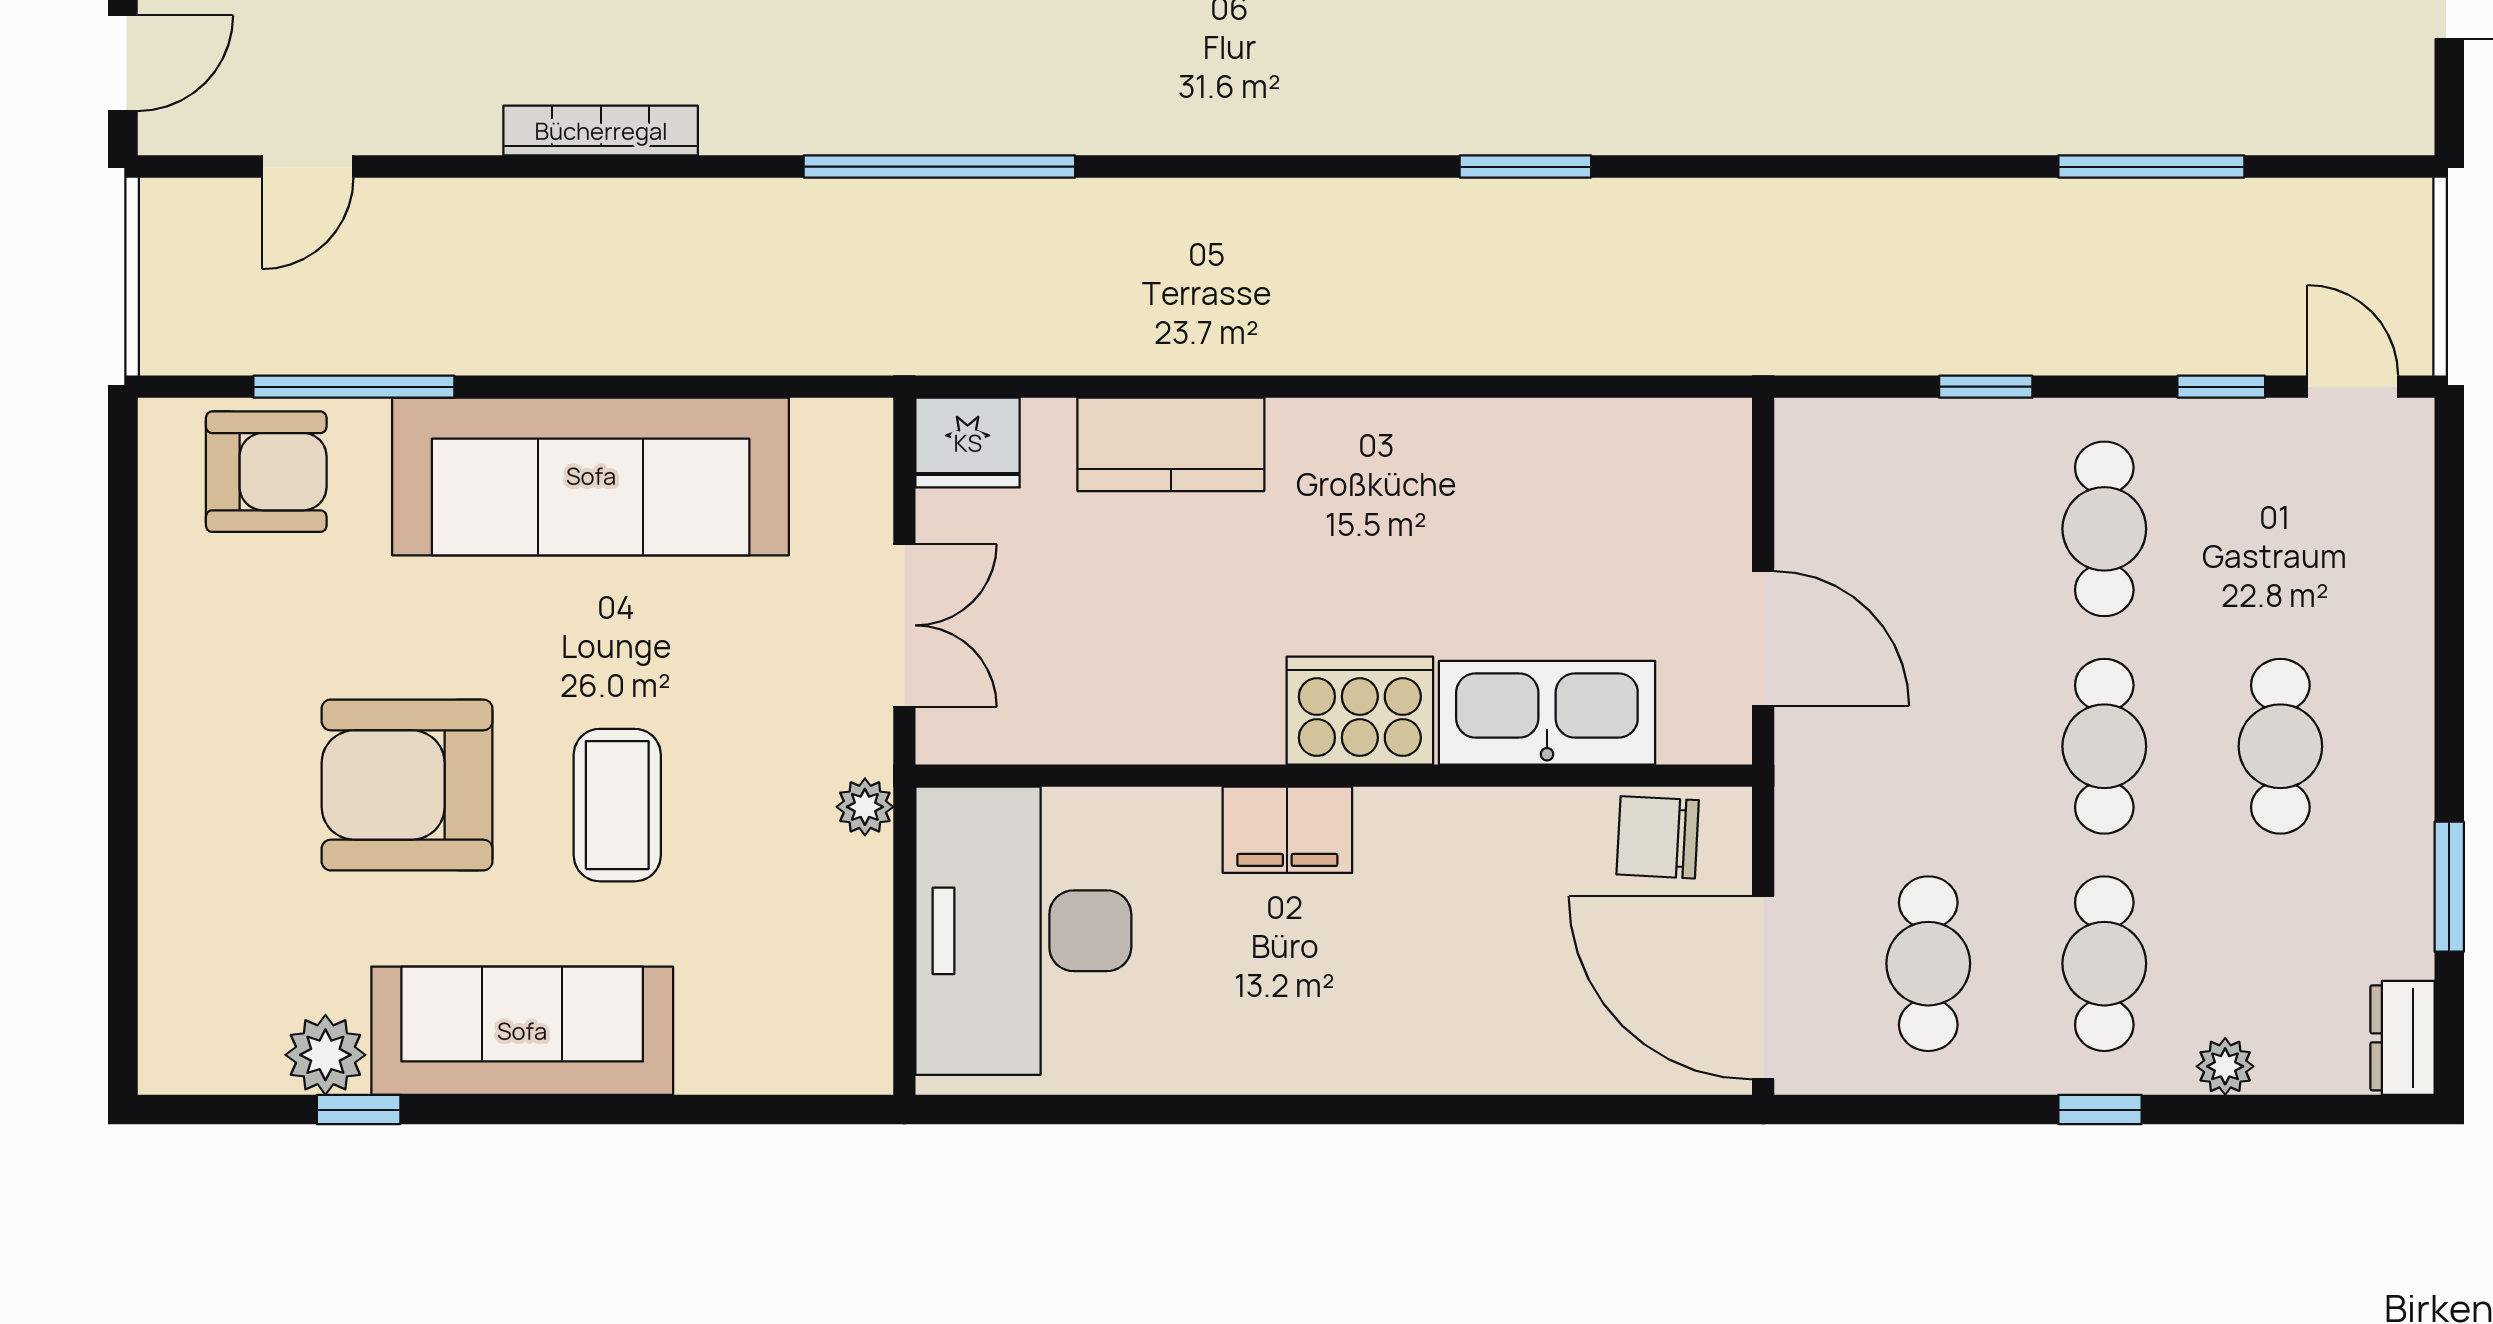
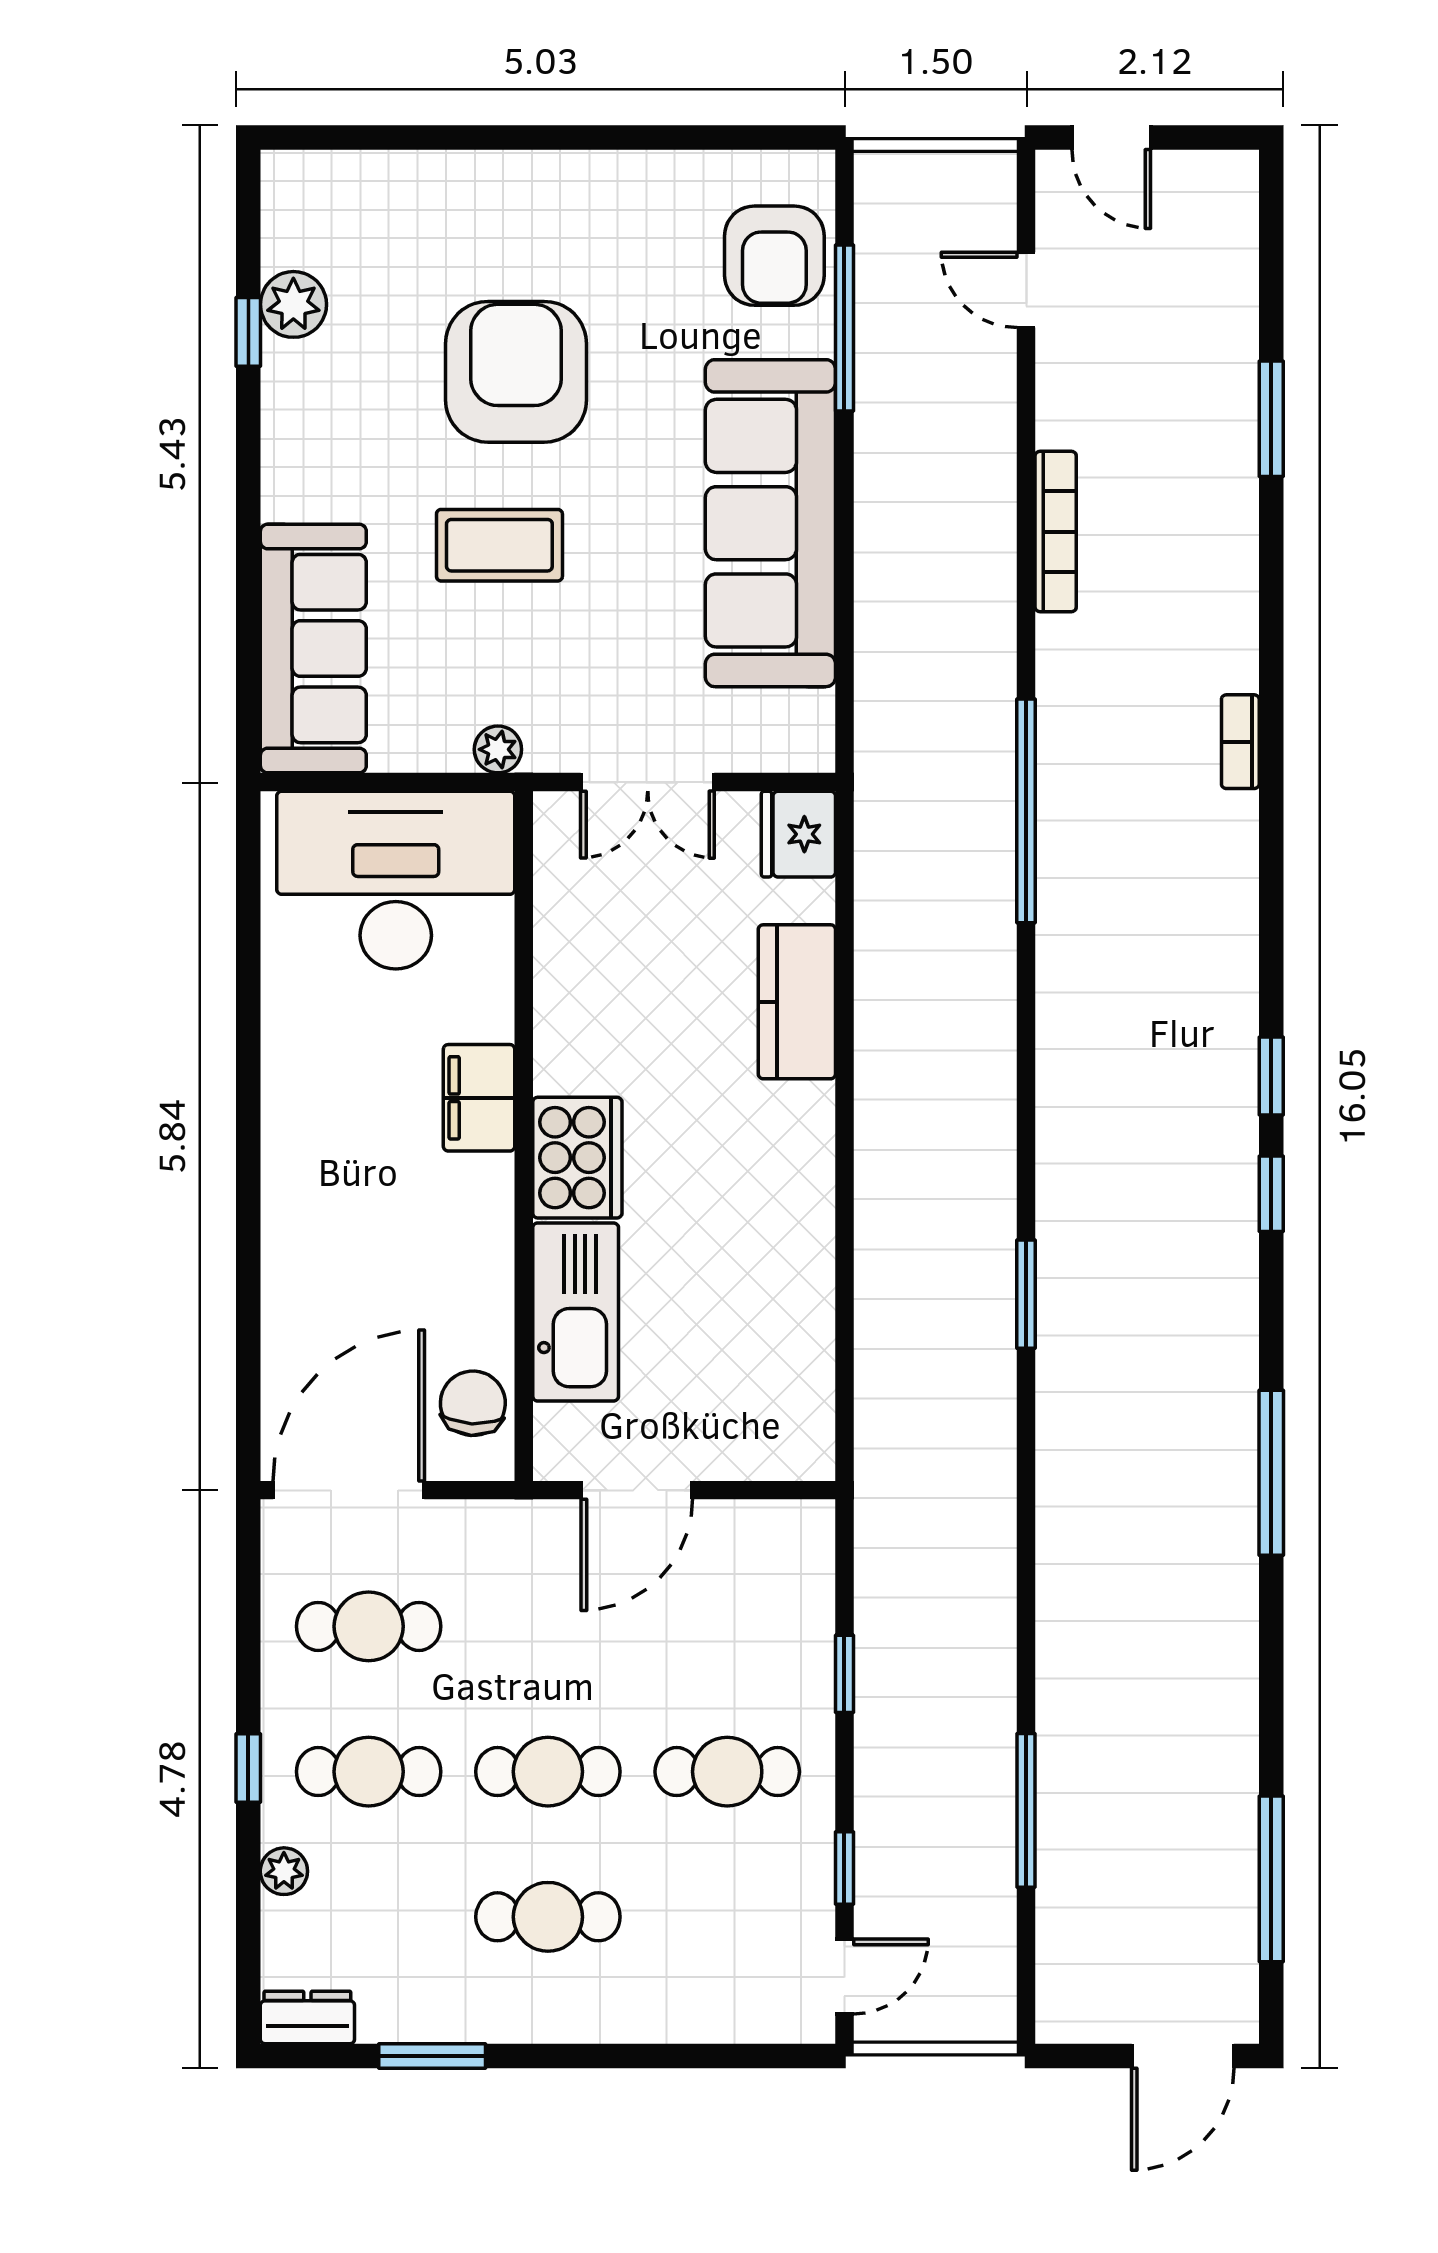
sofa: (522, 1031) -> (313, 649), moved

